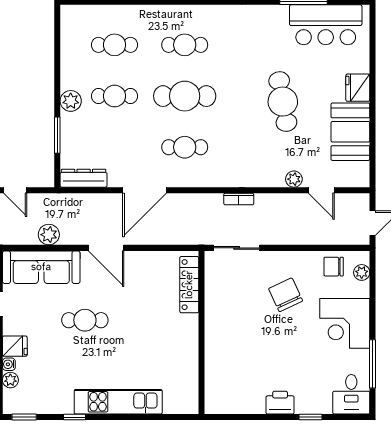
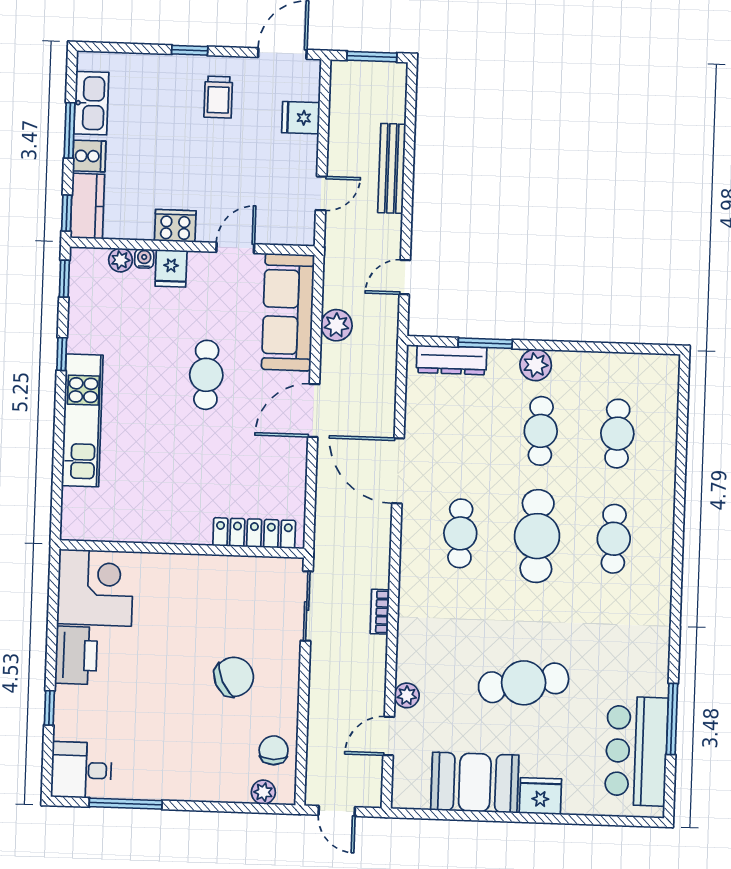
dresser: (84, 178) -> (452, 360), moved, turned 90
corner desk: (345, 323) -> (95, 588), moved, turned 90
printer: (280, 403) -> (76, 655), width x1.37, depth x1.19

